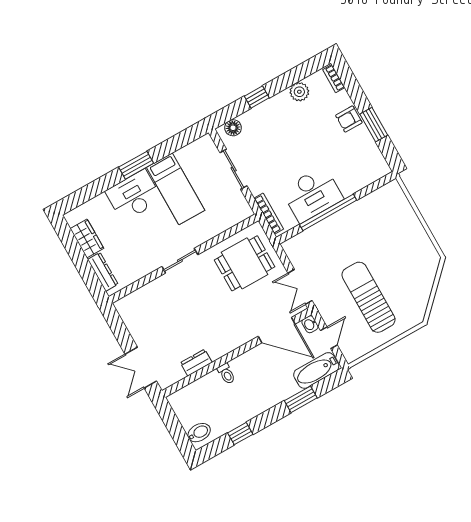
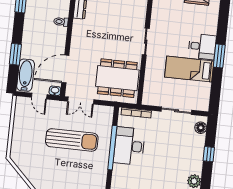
desk: (134, 196) -> (202, 47), width x0.73
dining table: (245, 263) -> (117, 78), width x1.38
double door: (300, 287) -> (81, 101), swing flipped
sun lounger: (368, 297) -> (72, 140), moved

